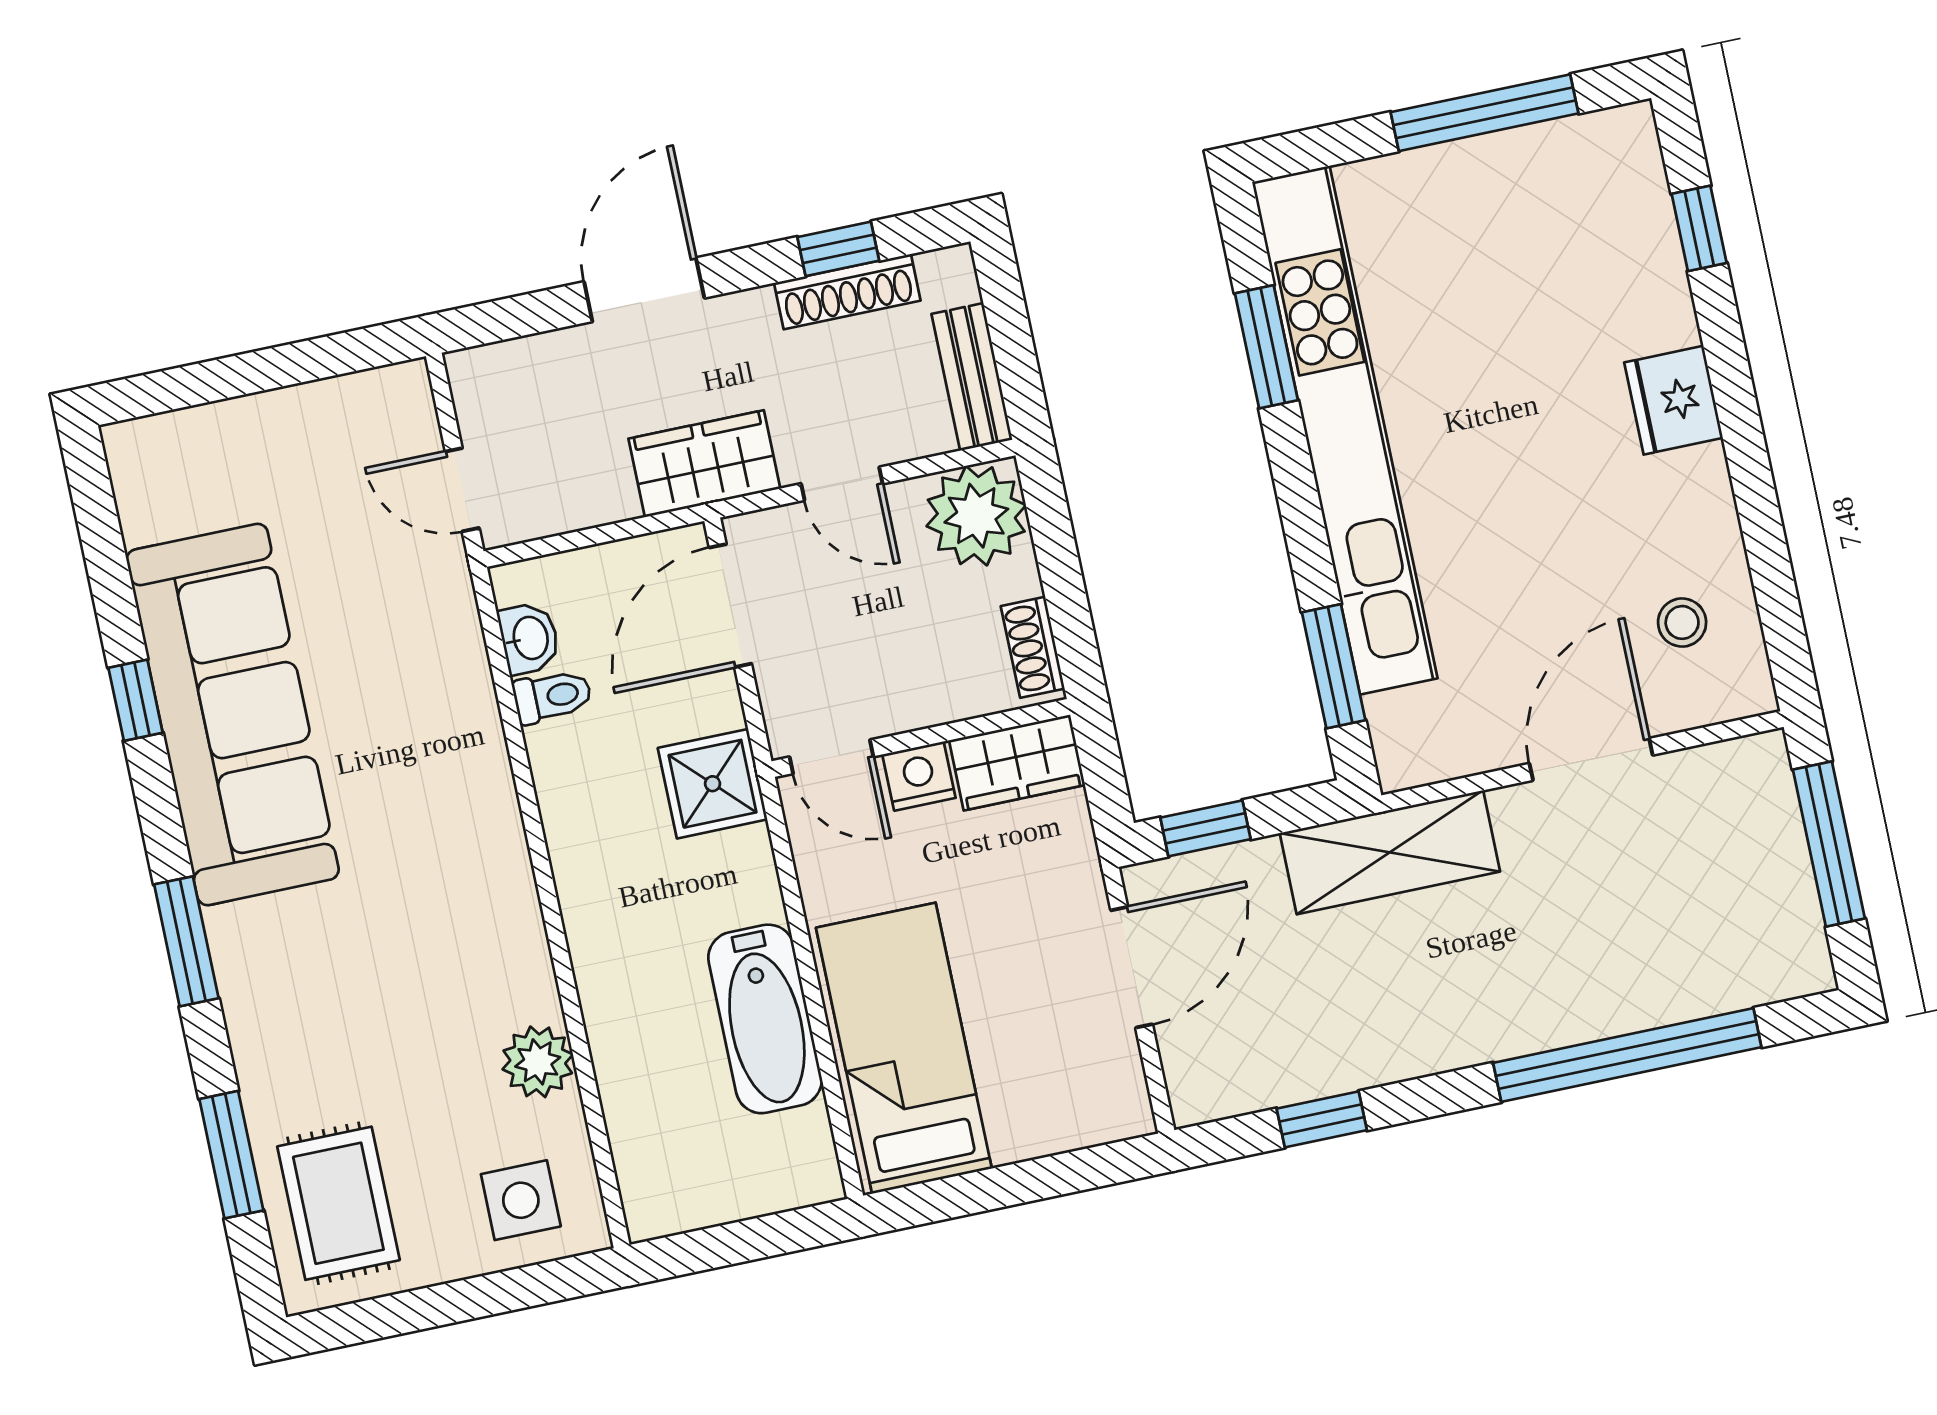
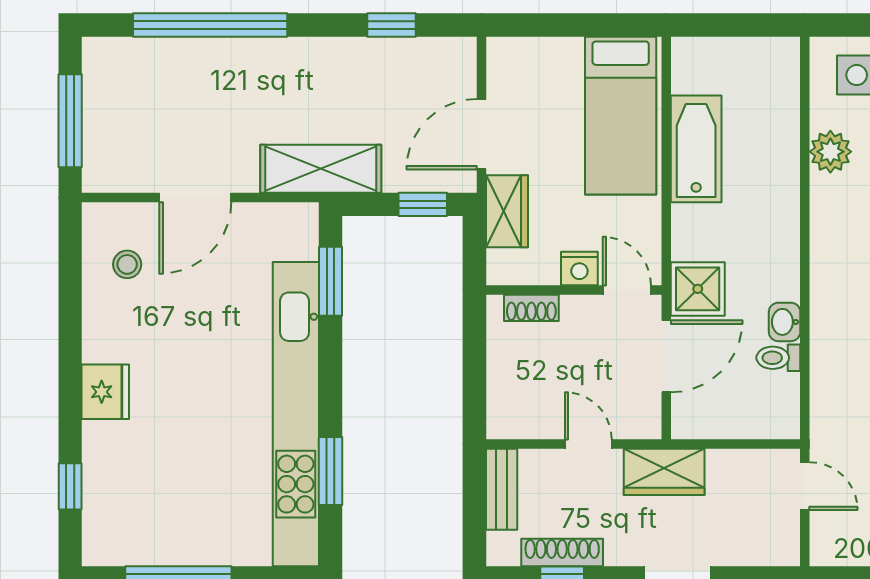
plant: (976, 516) -> (516, 410), removed
door: (730, 606) -> (666, 356), moved
washbasin: (529, 638) -> (785, 322), moved
shoe rack: (1033, 647) -> (531, 308), moved, turned 90
wardrobe: (1017, 763) -> (507, 211), moved, turned 90

